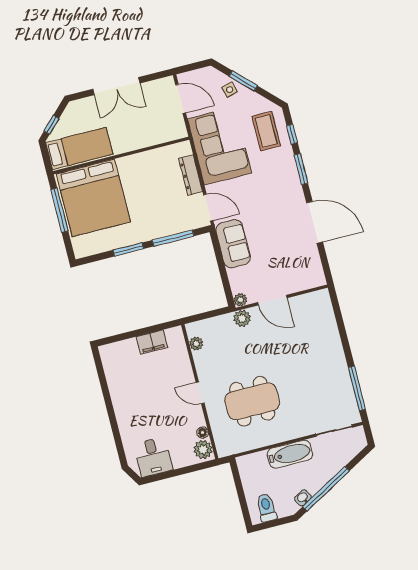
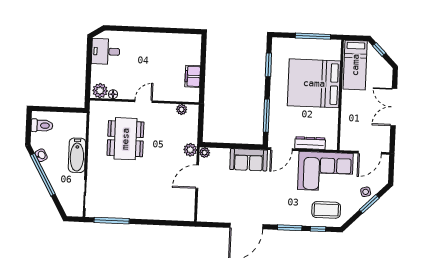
bed: (93, 198) -> (314, 83), moved
window: (128, 249) -> (268, 65), moved

